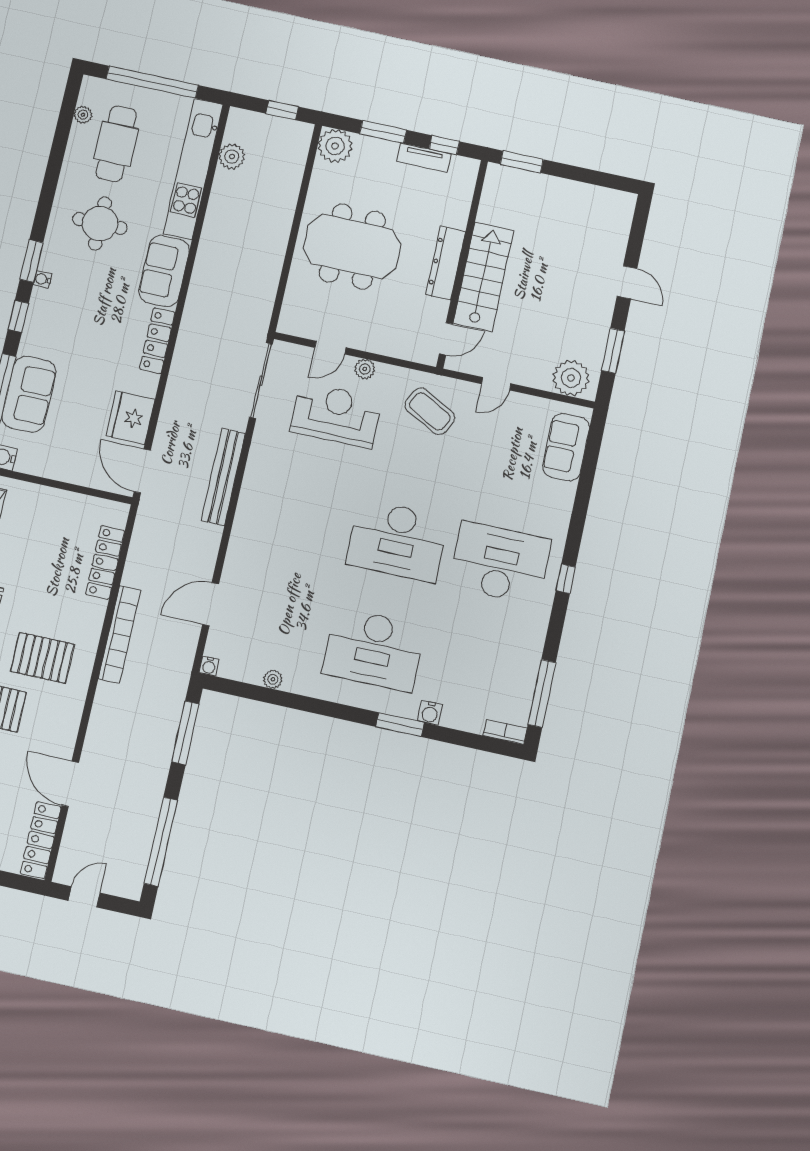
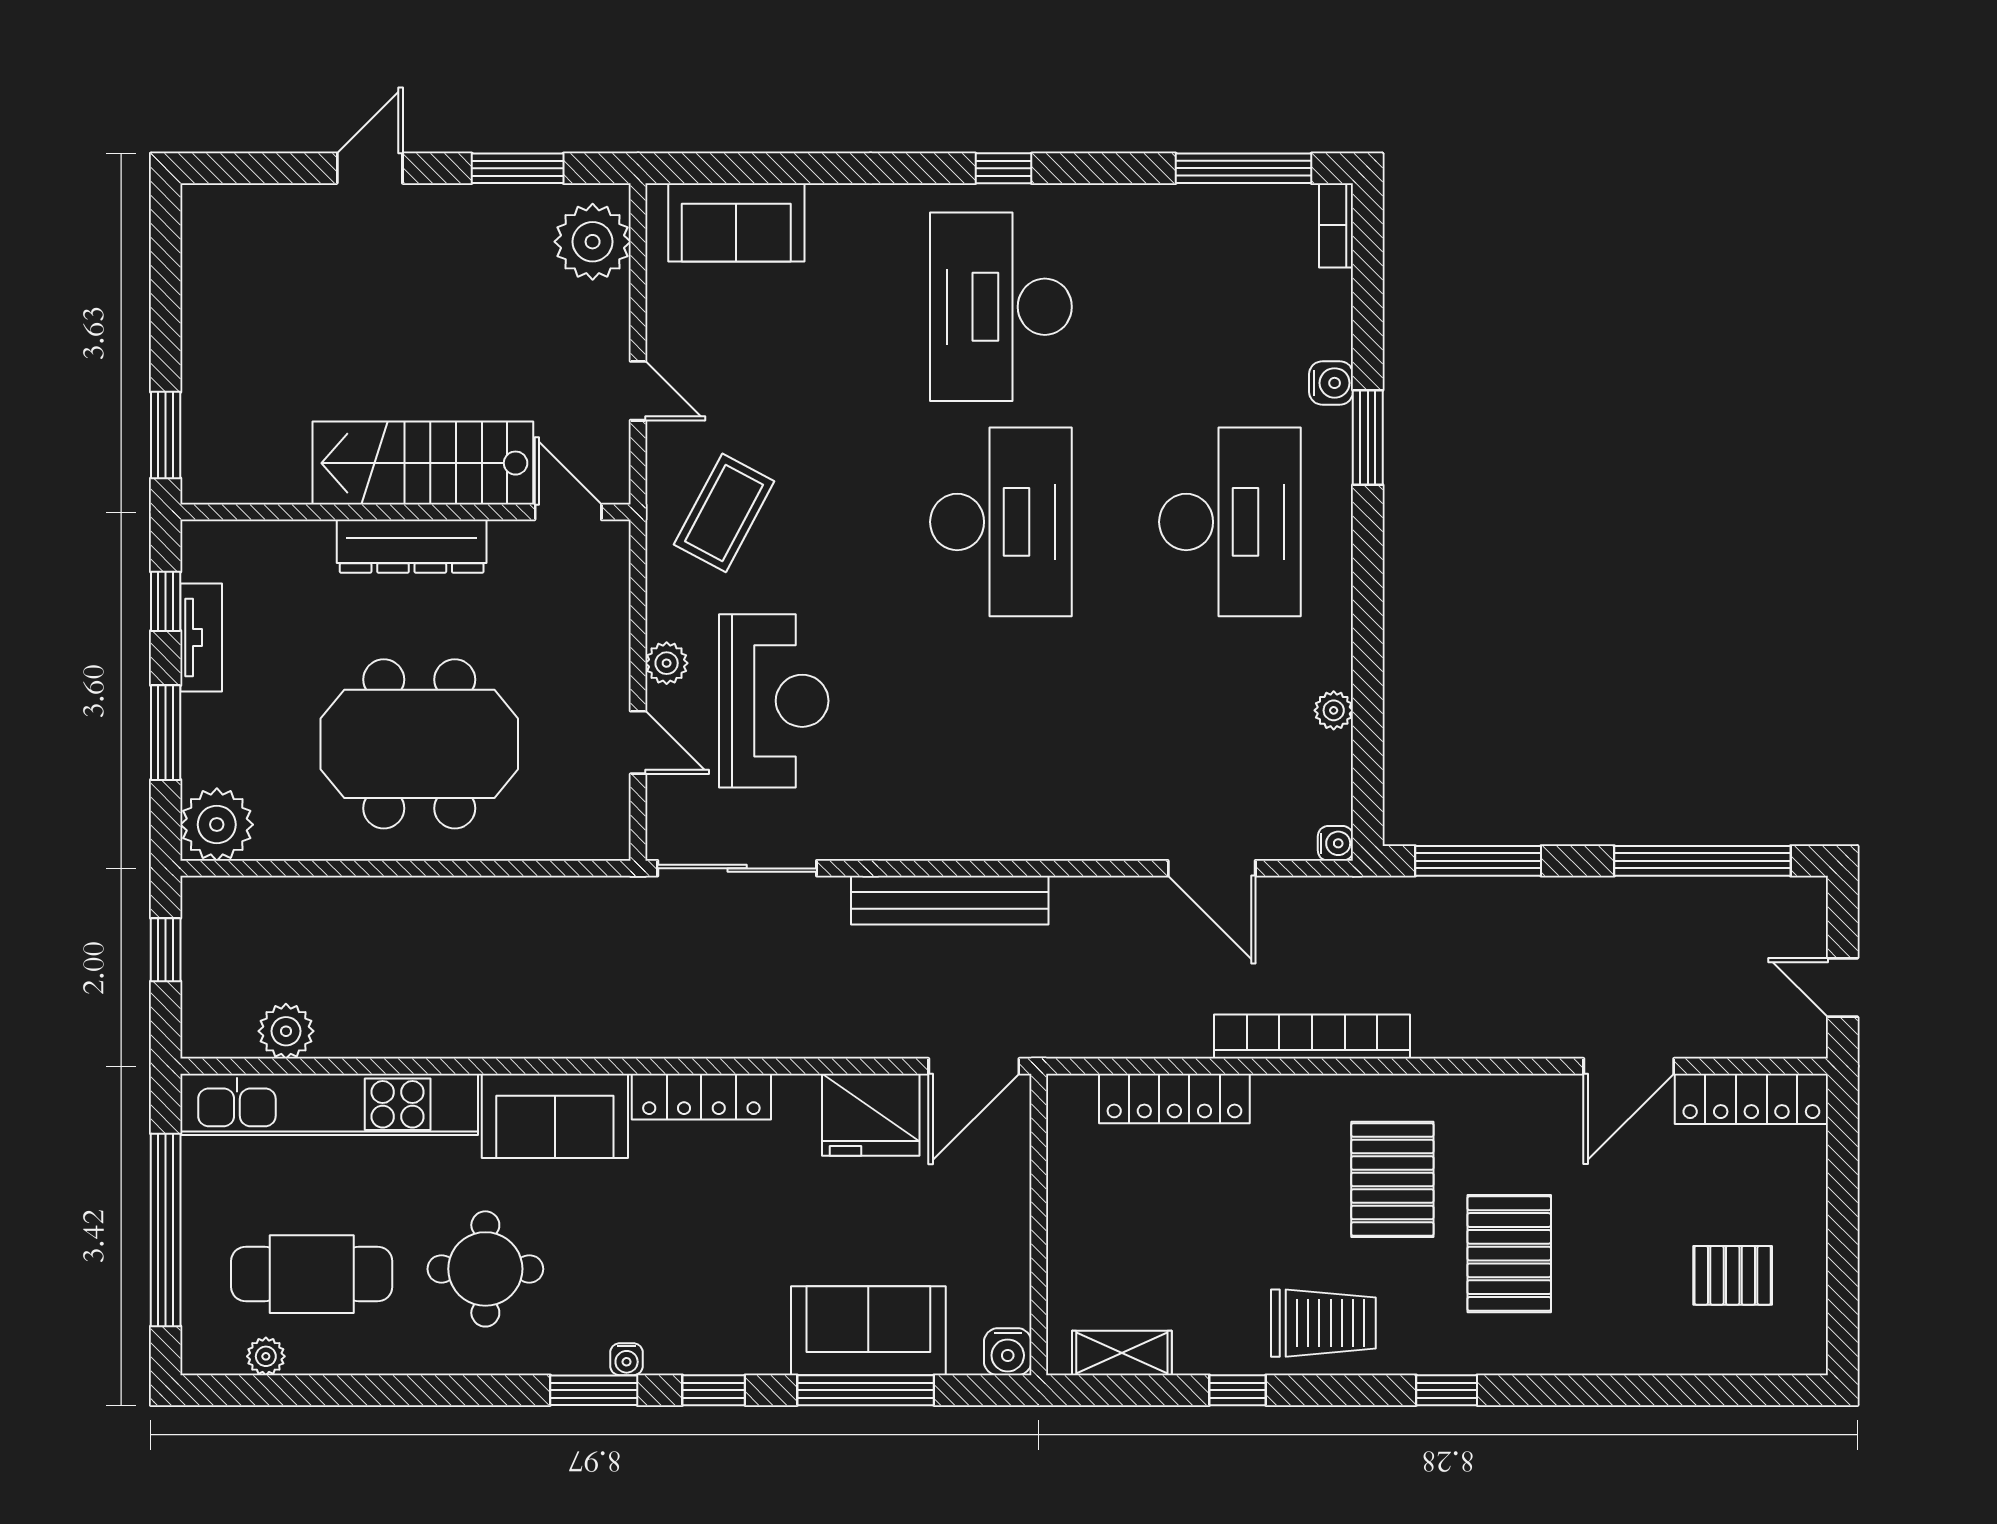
meeting table: (352, 247) -> (419, 744), turned 90
reception desk: (336, 415) -> (774, 701), turned 180

